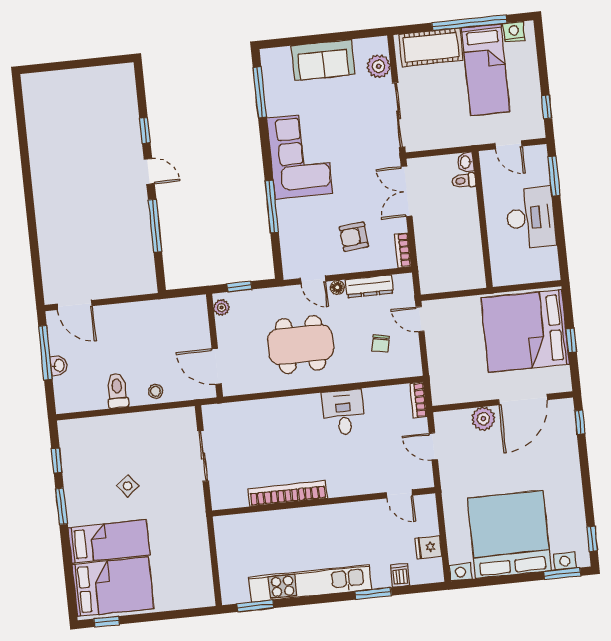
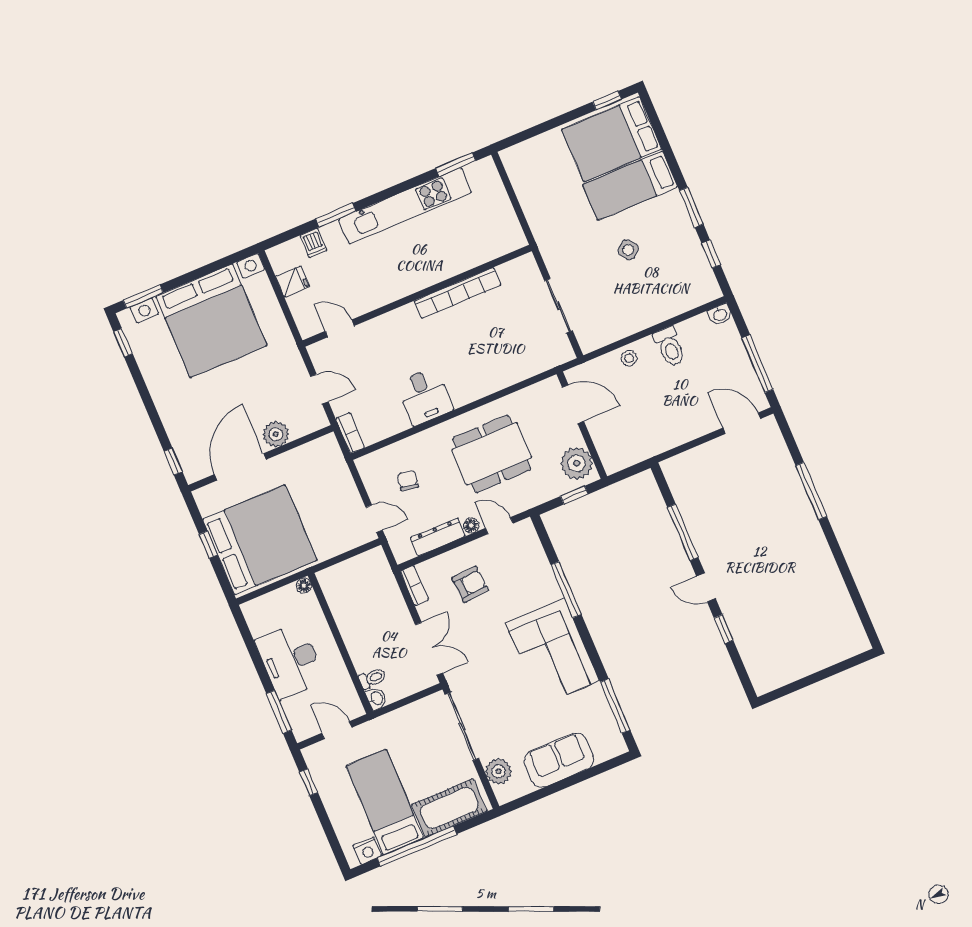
window: (32, 228) -> (811, 491), added
floor lamp: (499, 279) -> (304, 586), added
plant: (222, 308) -> (577, 463), width x1.88, depth x1.88
washbasin: (59, 366) -> (720, 314), moved, turned -90

